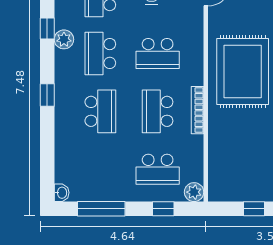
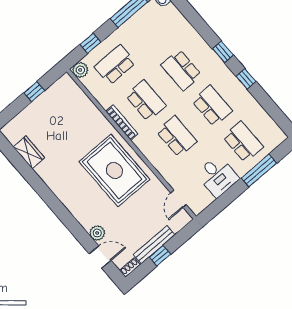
window: (47, 29) -> (246, 79), moved
plant: (64, 39) -> (242, 95), removed
school desk: (158, 53) -> (177, 136), turned 90

